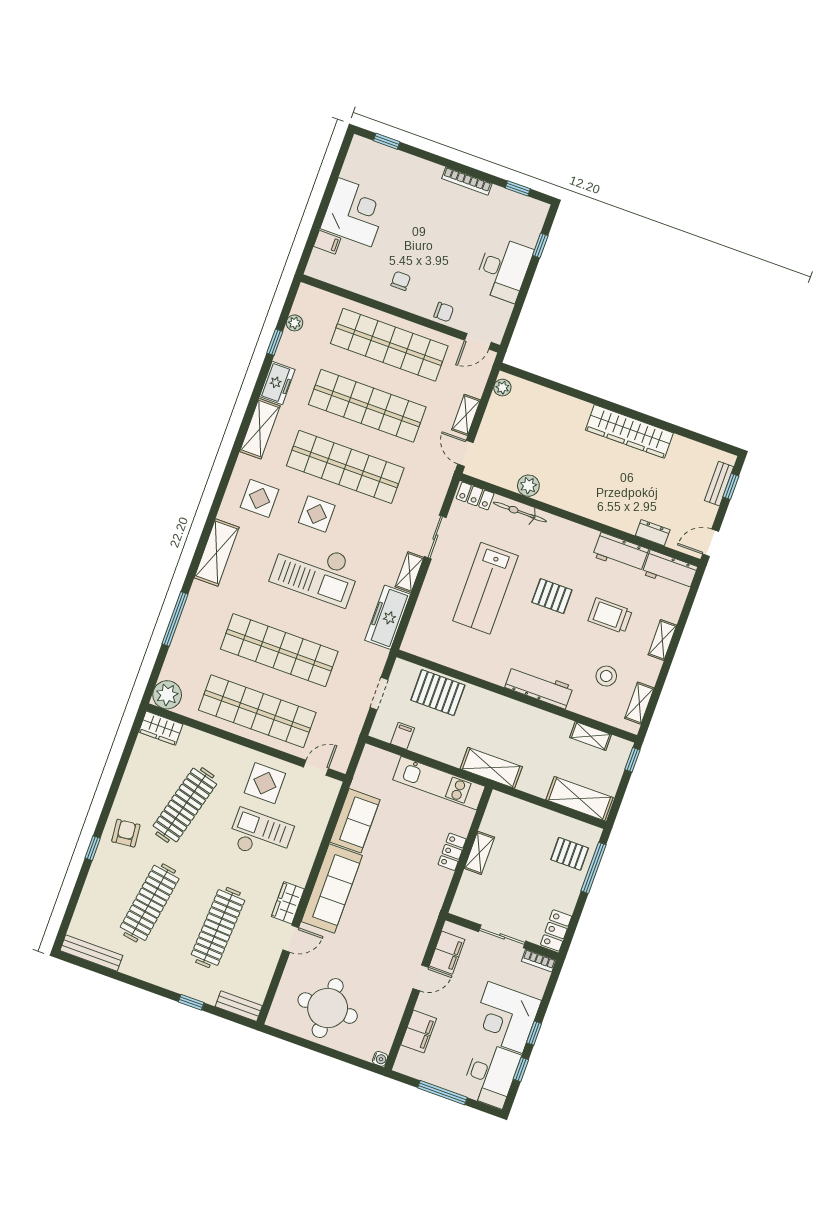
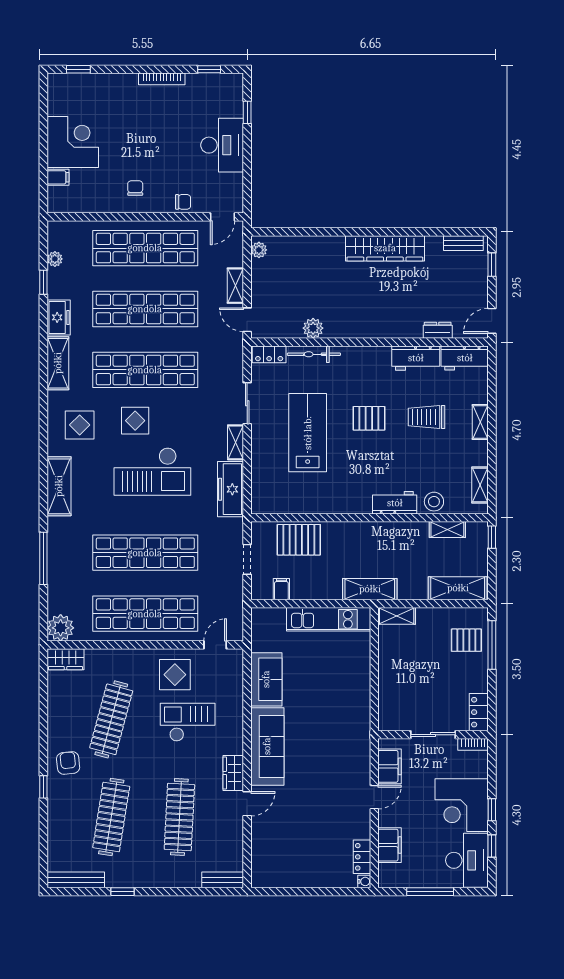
bench: (719, 484) -> (463, 243), moved, turned 90
lab bench: (485, 588) -> (308, 433), turned 180
stool: (606, 676) -> (434, 502), moved
workbench: (539, 687) -> (395, 503), width x0.73
locker: (452, 852) -> (362, 857), moved
shelving: (479, 853) -> (397, 616), moved, turned 90
window: (191, 1002) -> (122, 892), moved
round table: (328, 1008) -> (302, 853), removed

